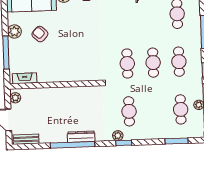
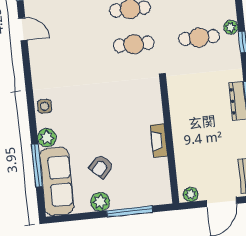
fireplace: (25, 78) -> (159, 141), moved
plant: (118, 136) -> (231, 27), moved

